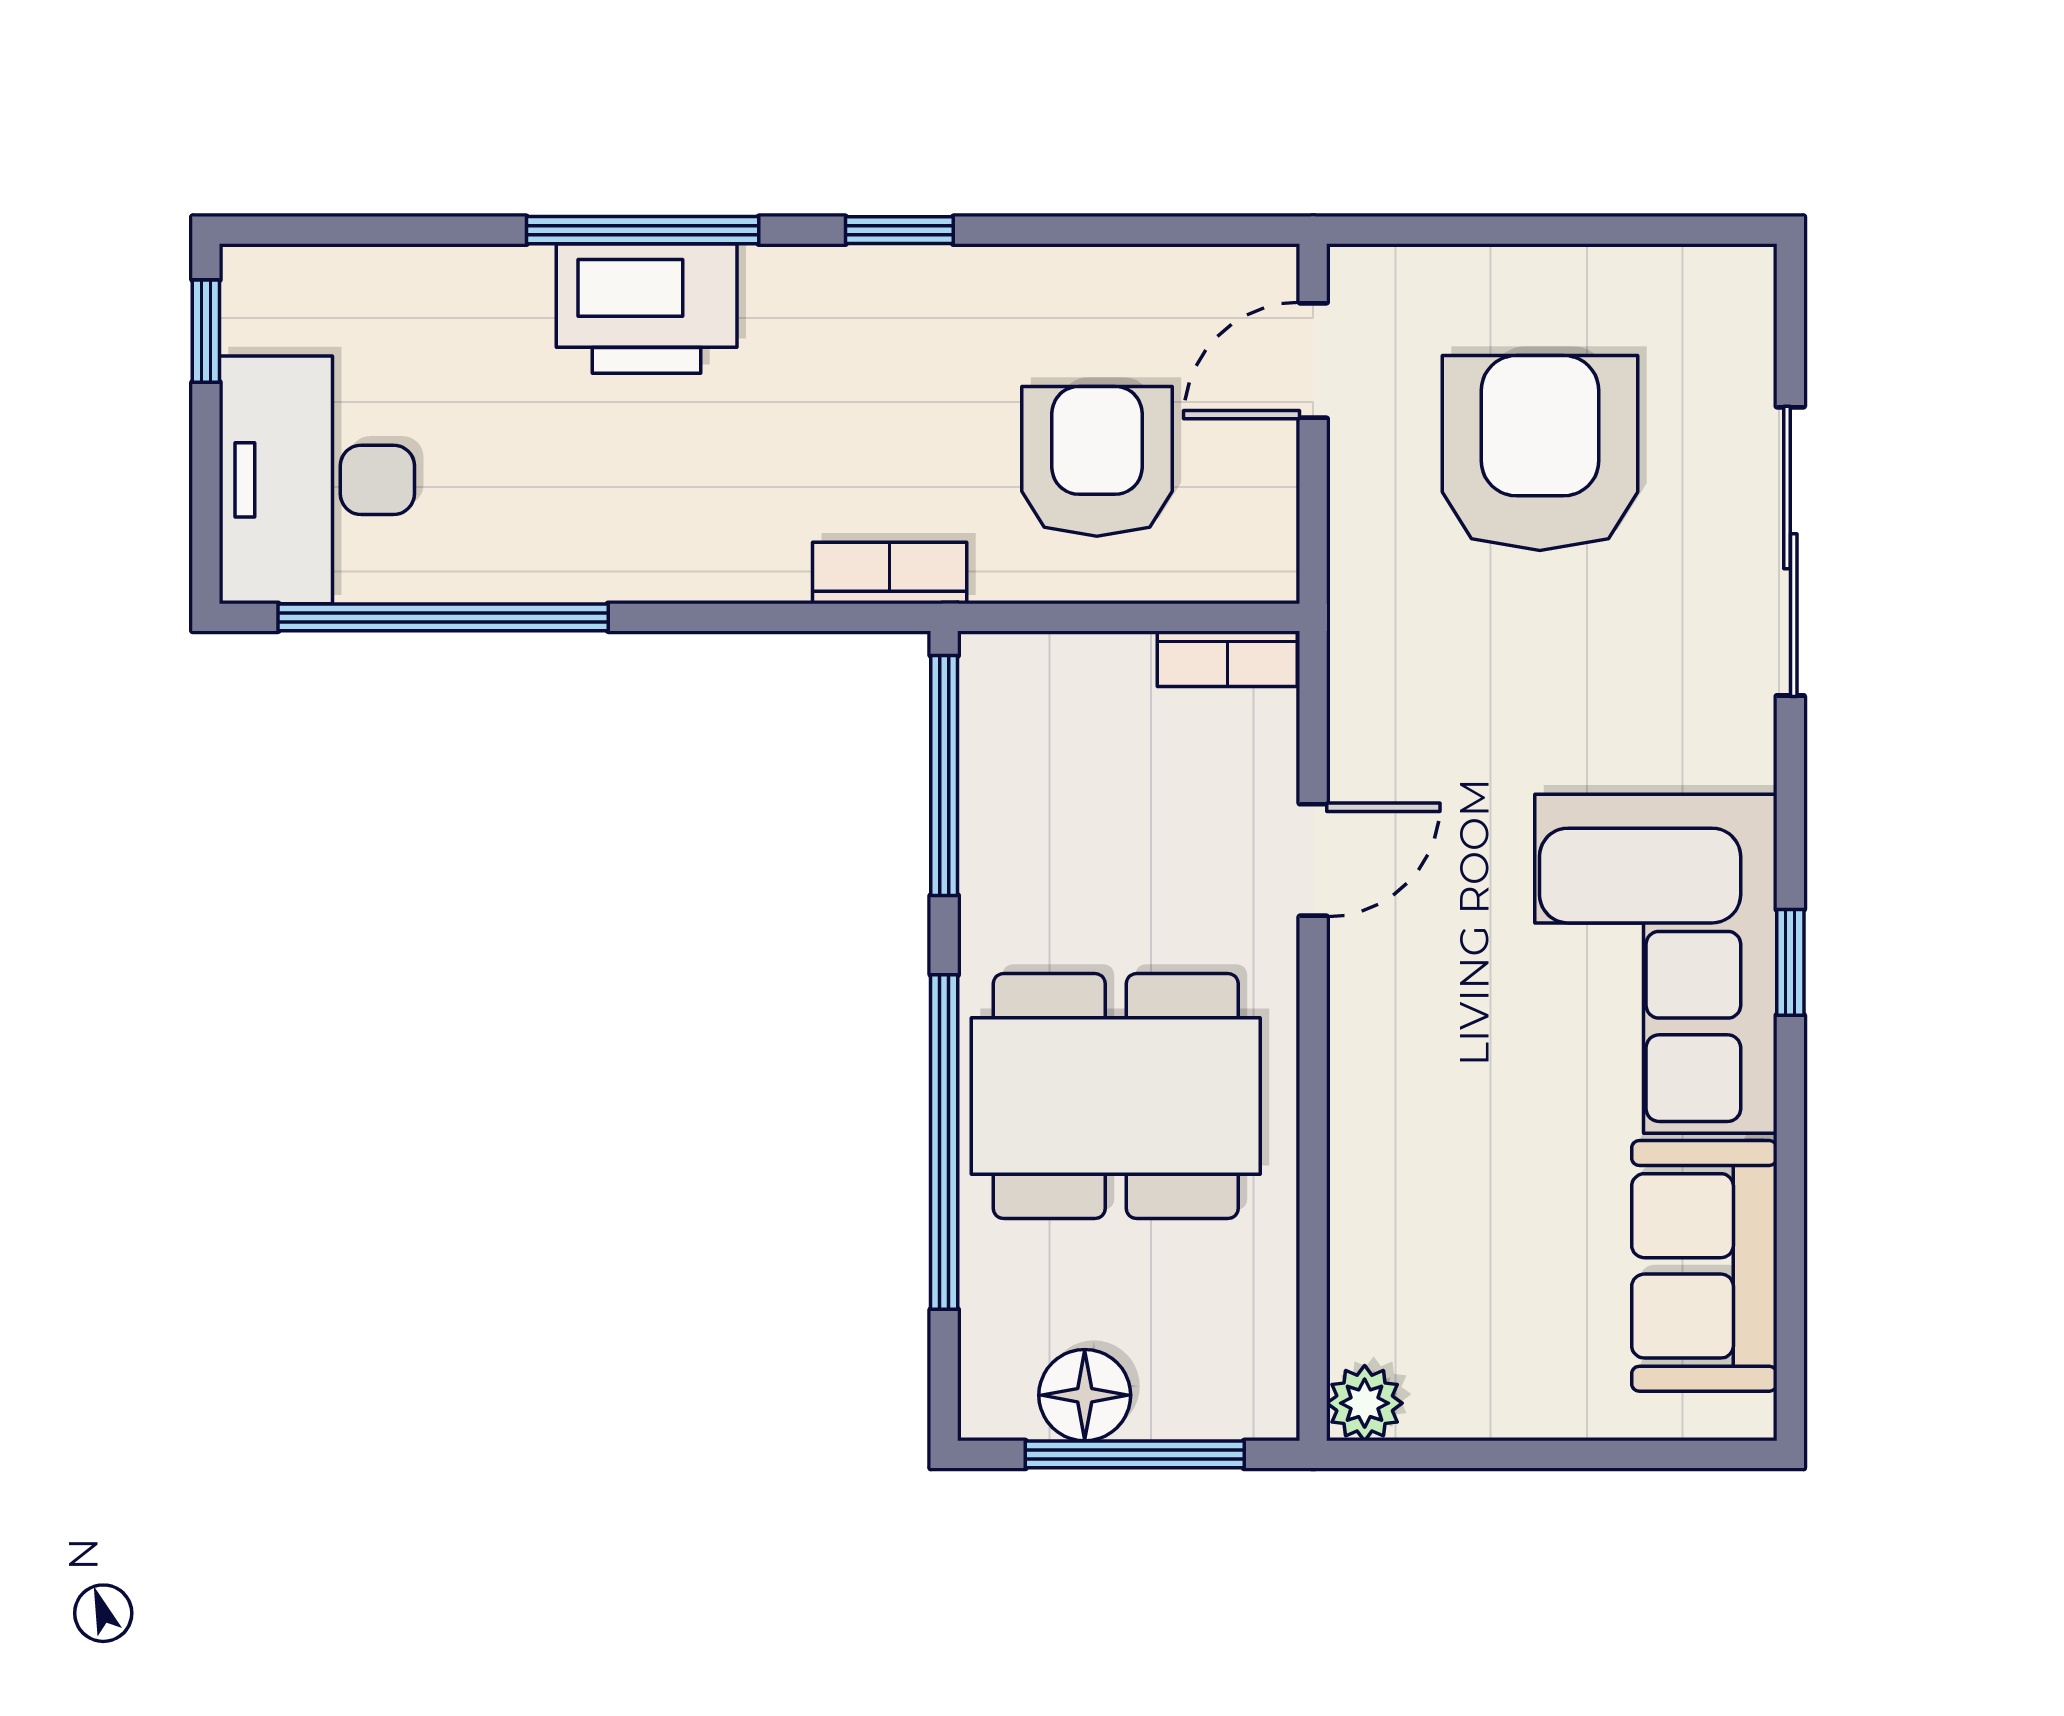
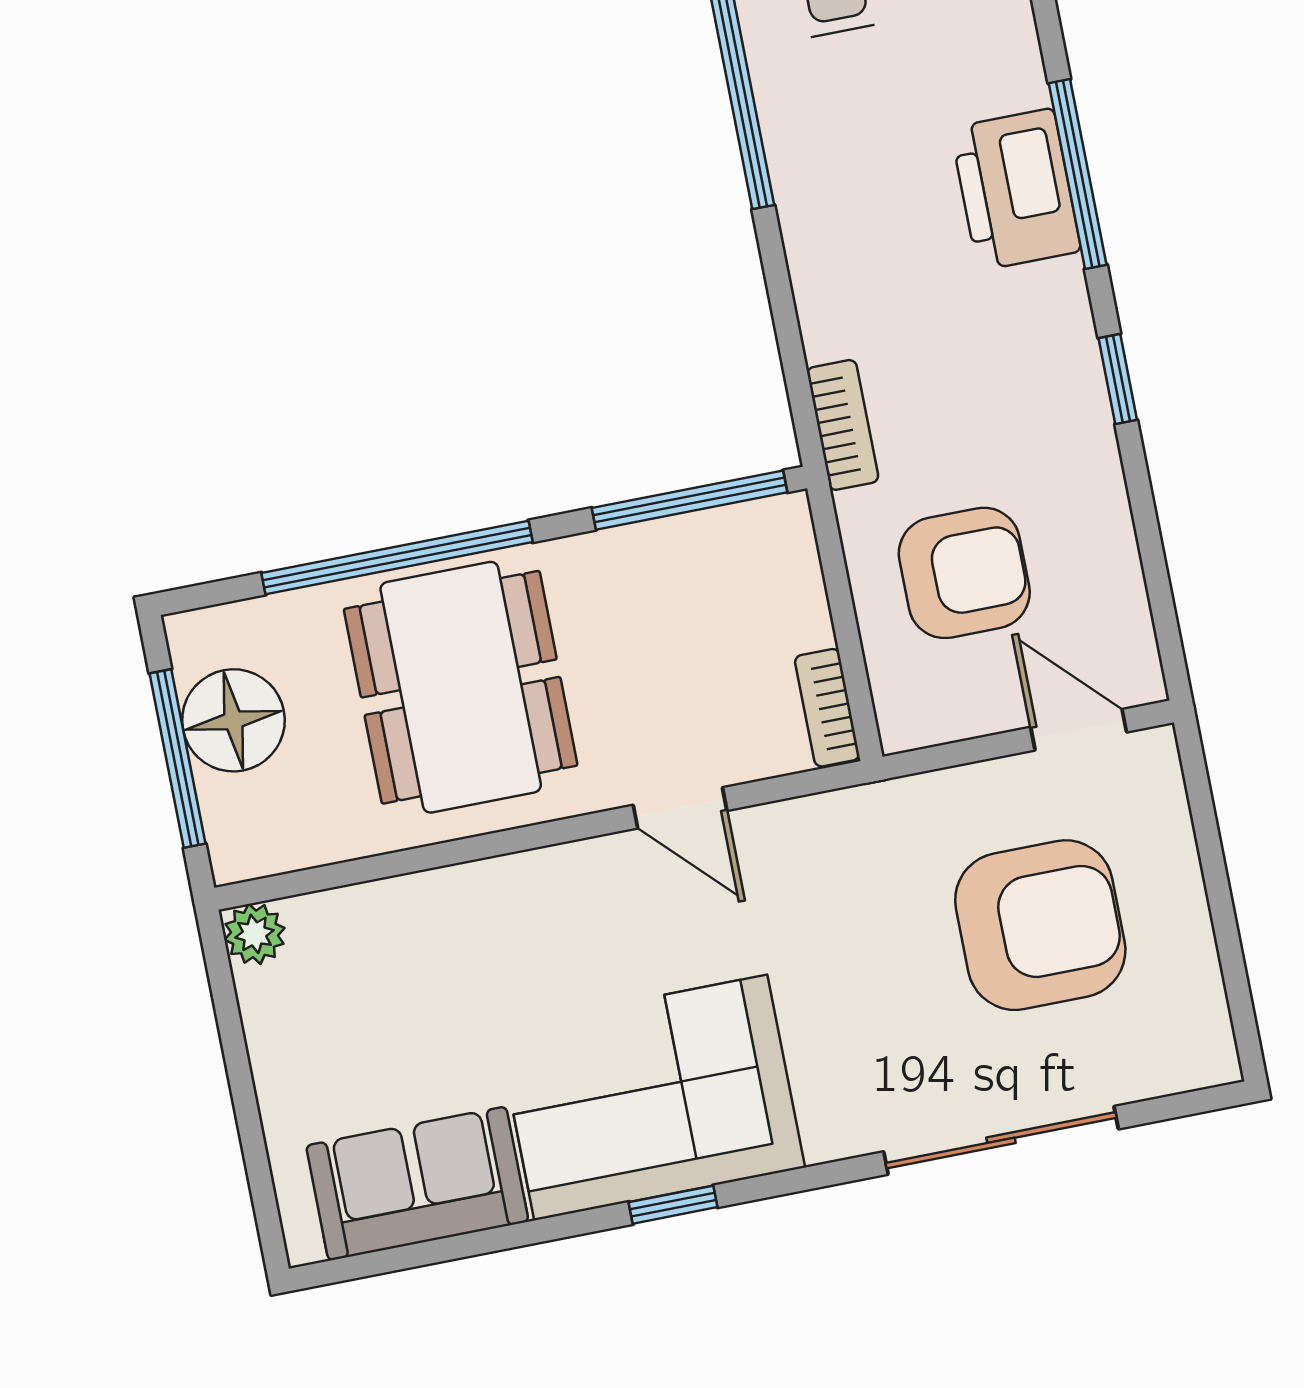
floor lamp: (1085, 1395) -> (233, 720), width x1.38, depth x1.38

